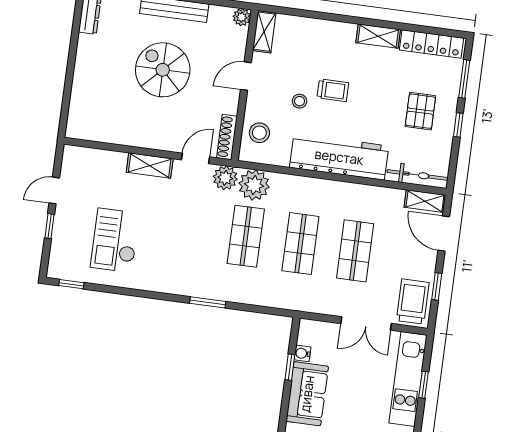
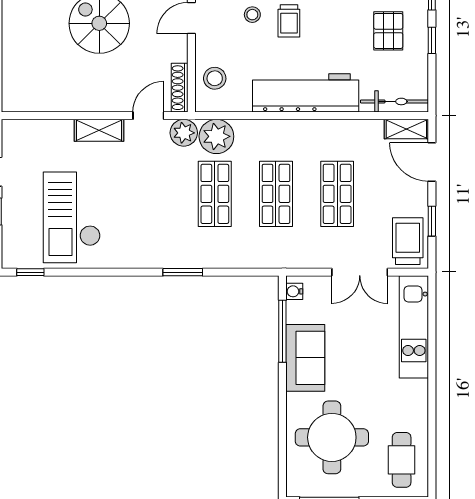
trolley: (333, 90) -> (289, 21), turned 90
stool: (300, 101) -> (252, 15), moved
checkout: (115, 240) -> (72, 217), width x1.36, depth x1.21
water cooler: (302, 353) -> (294, 291), moved
window: (290, 367) -> (282, 331), width x2.17
window: (424, 385) -> (432, 331), removed

